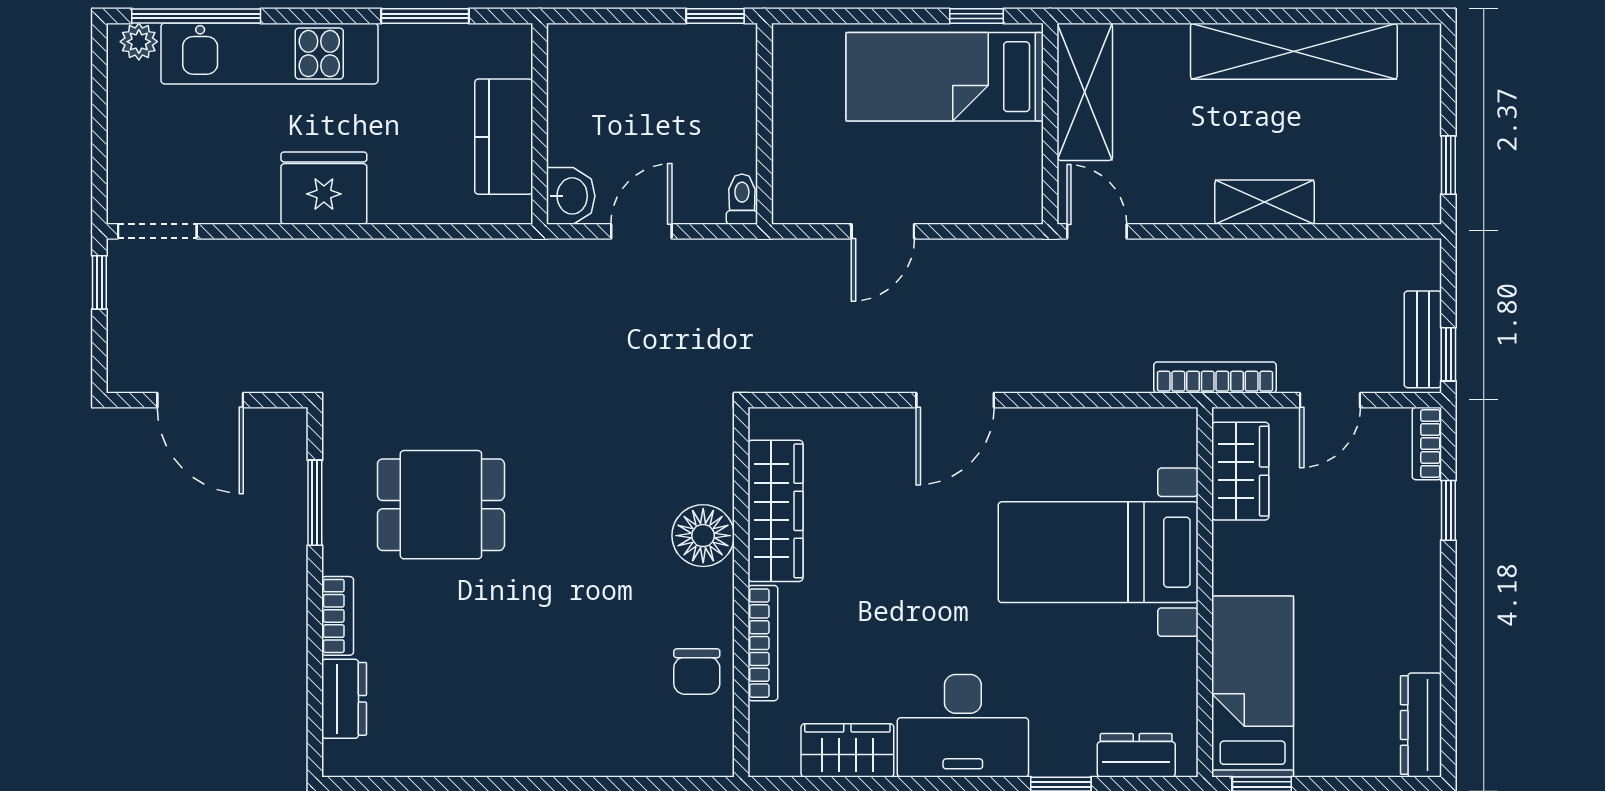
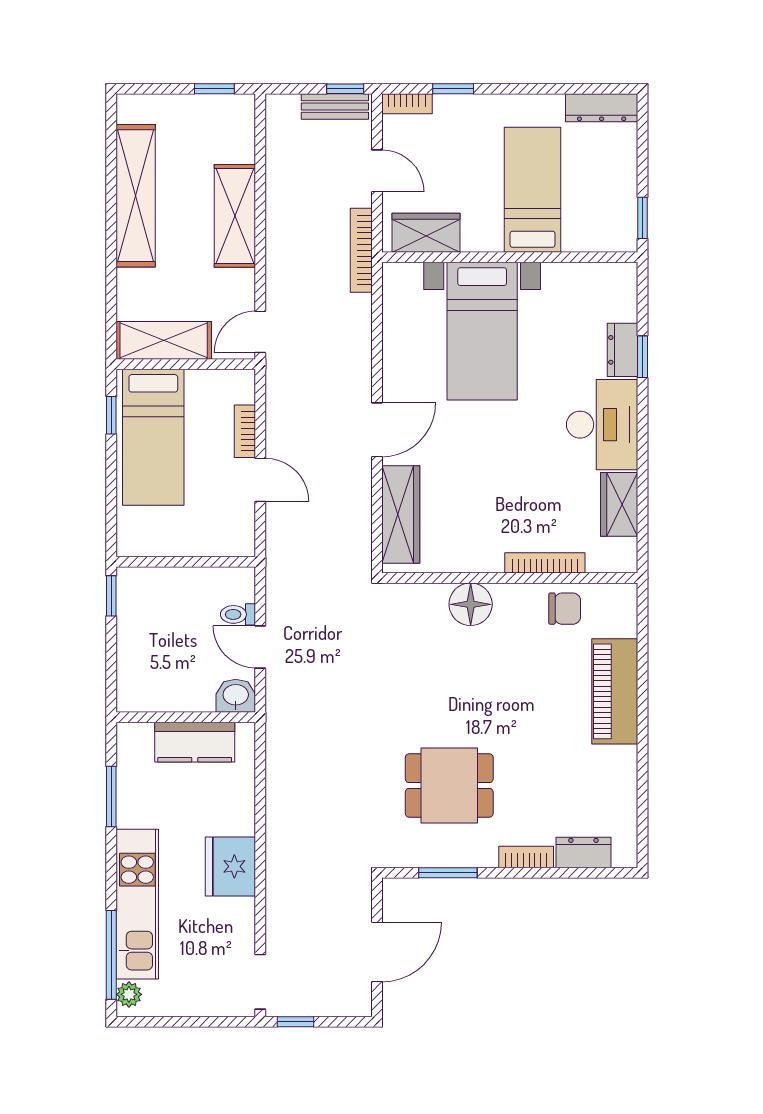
toilet: (742, 199) -> (238, 614), moved
shelving: (1265, 202) -> (235, 216), width x1.50, depth x1.33
bookcase: (953, 209) -> (245, 431), added
door: (955, 400) -> (377, 430), hinge flipped
dining table: (441, 505) -> (449, 785), turned 90
wardrobe: (775, 511) -> (401, 514), moved, turned 90
bed: (1253, 687) -> (533, 190), moved, turned 90
piano: (577, 744) -> (615, 691), added
dresser: (1136, 755) -> (623, 350), moved

